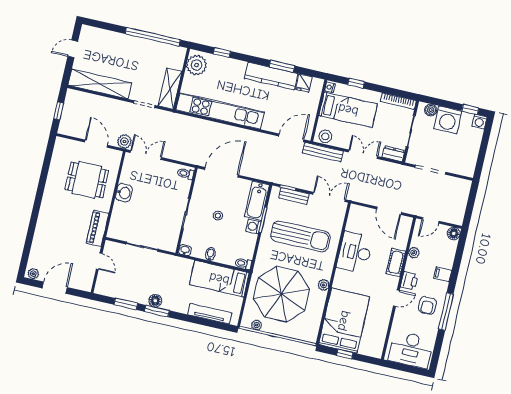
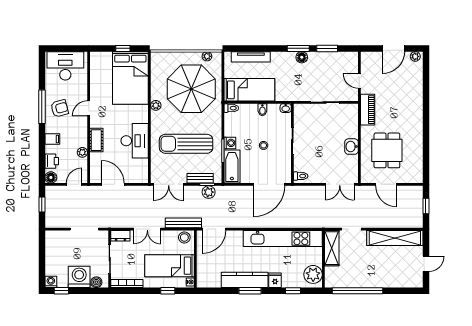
window: (282, 66) -> (250, 291), moved
fridge: (304, 83) -> (275, 280), moved
plant: (124, 142) -> (209, 192), moved
dining table: (87, 180) -> (387, 150), turned 90
window: (470, 207) -> (42, 204), added
printer: (409, 281) -> (52, 161), moved, turned 180
armchair: (427, 305) -> (60, 108), turned 75

